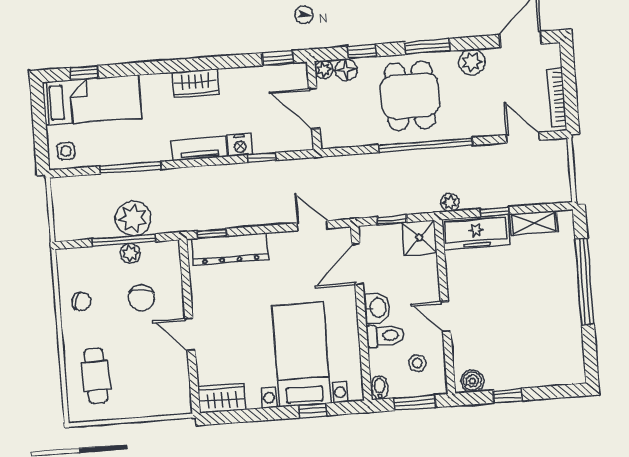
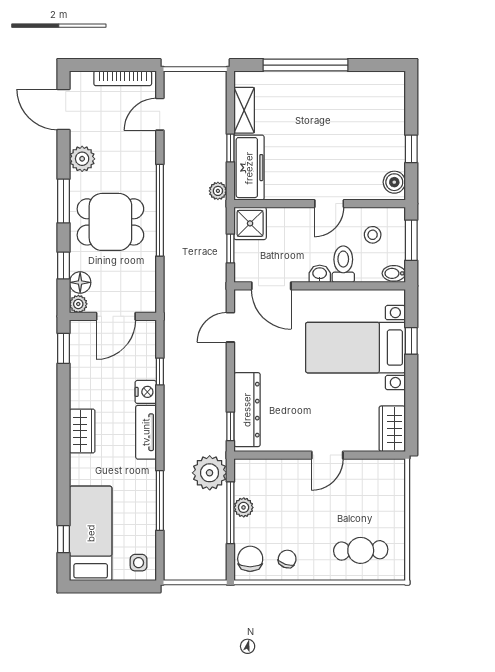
plant: (133, 218) -> (210, 473), moved
chair: (141, 298) -> (250, 559), moved, turned -99
washbasin: (377, 308) -> (320, 274), width x0.72, depth x0.69

